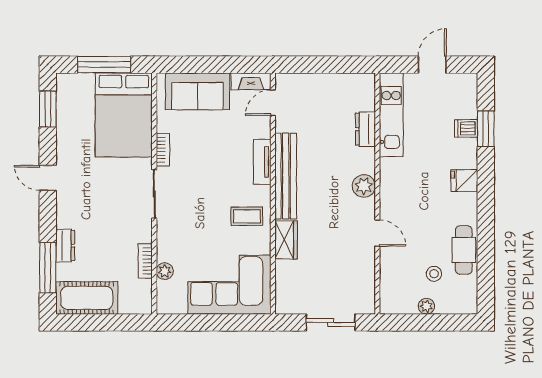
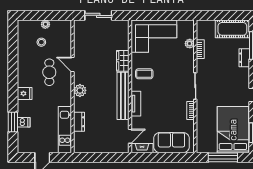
bed: (124, 115) -> (233, 130), moved
cafe table: (464, 250) -> (49, 72), moved

